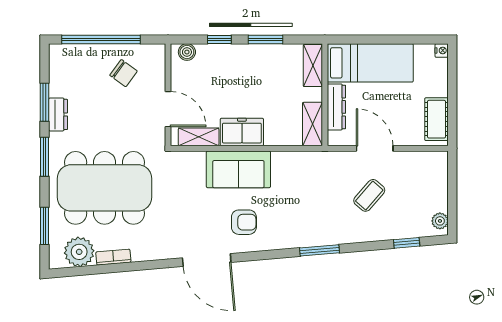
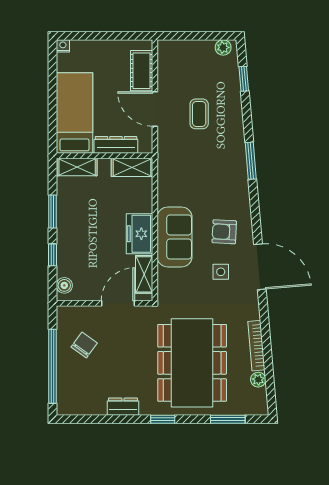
window: (45, 102) -> (112, 419), removed
cot: (437, 119) -> (142, 71), moved, turned 90
door: (375, 148) -> (155, 109), hinge flipped
window: (45, 157) -> (163, 419), width x0.67
coffee table: (369, 195) -> (199, 114), turned 49
side table: (201, 218) -> (221, 272), added
armchair: (244, 222) -> (224, 232), turned -87
plant: (79, 252) -> (258, 380), width x0.53, depth x0.53
bookcase: (113, 257) -> (256, 346), width x1.56
door: (207, 260) -> (260, 267), hinge flipped

